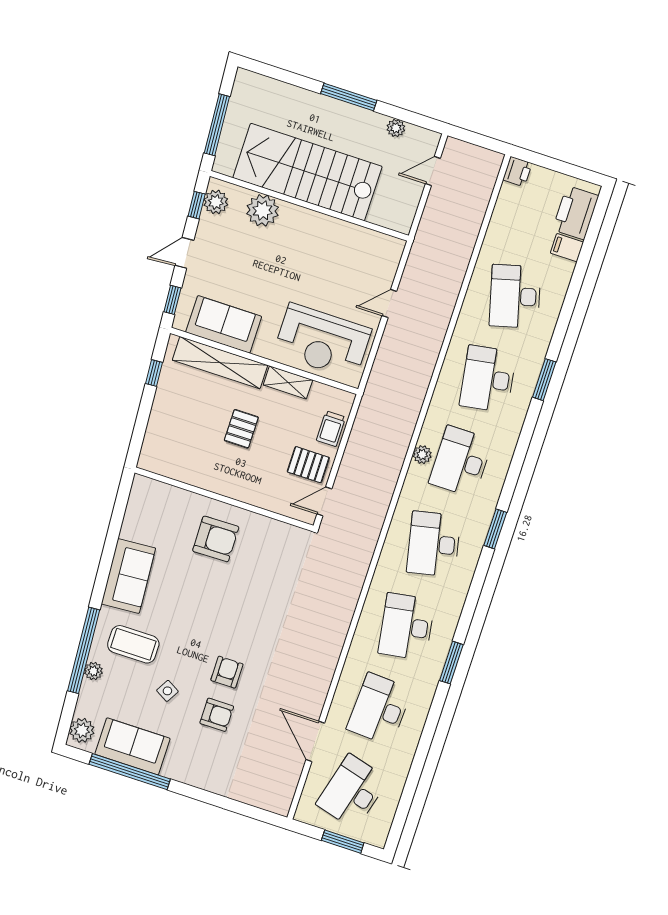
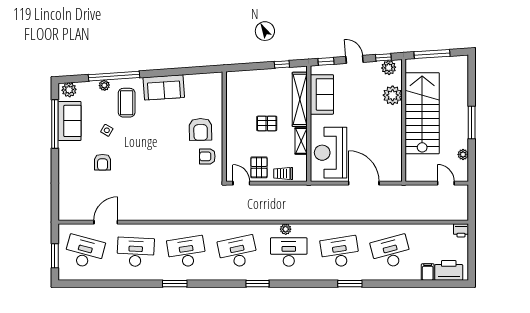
door: (389, 304) -> (364, 183), width x1.88
armchair: (227, 672) -> (207, 156), moved, turned 180

